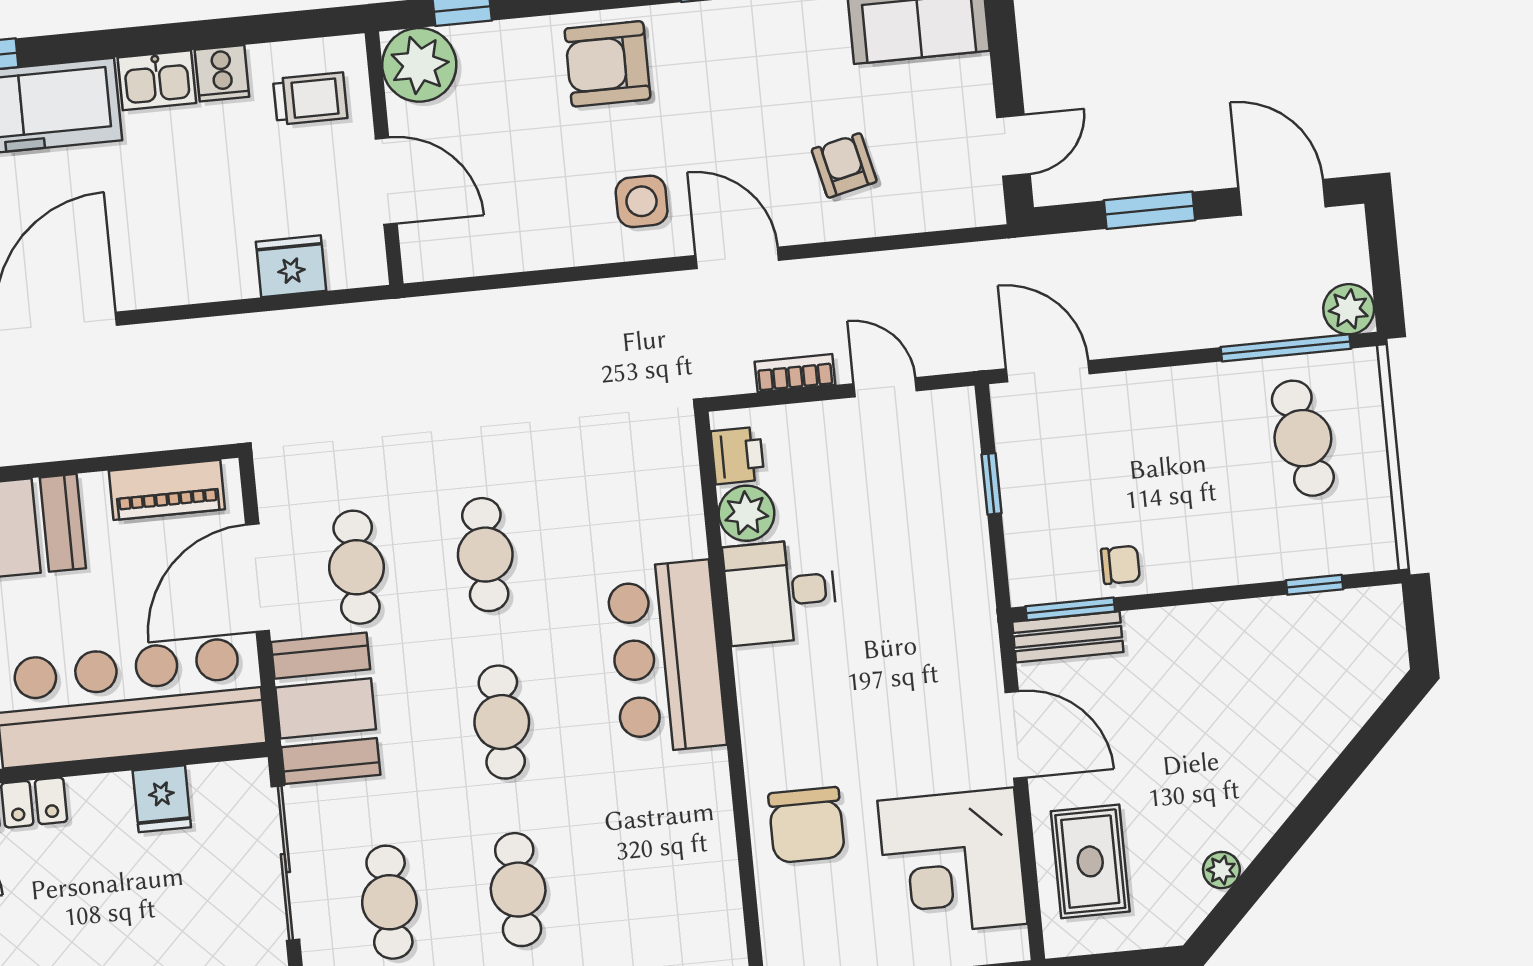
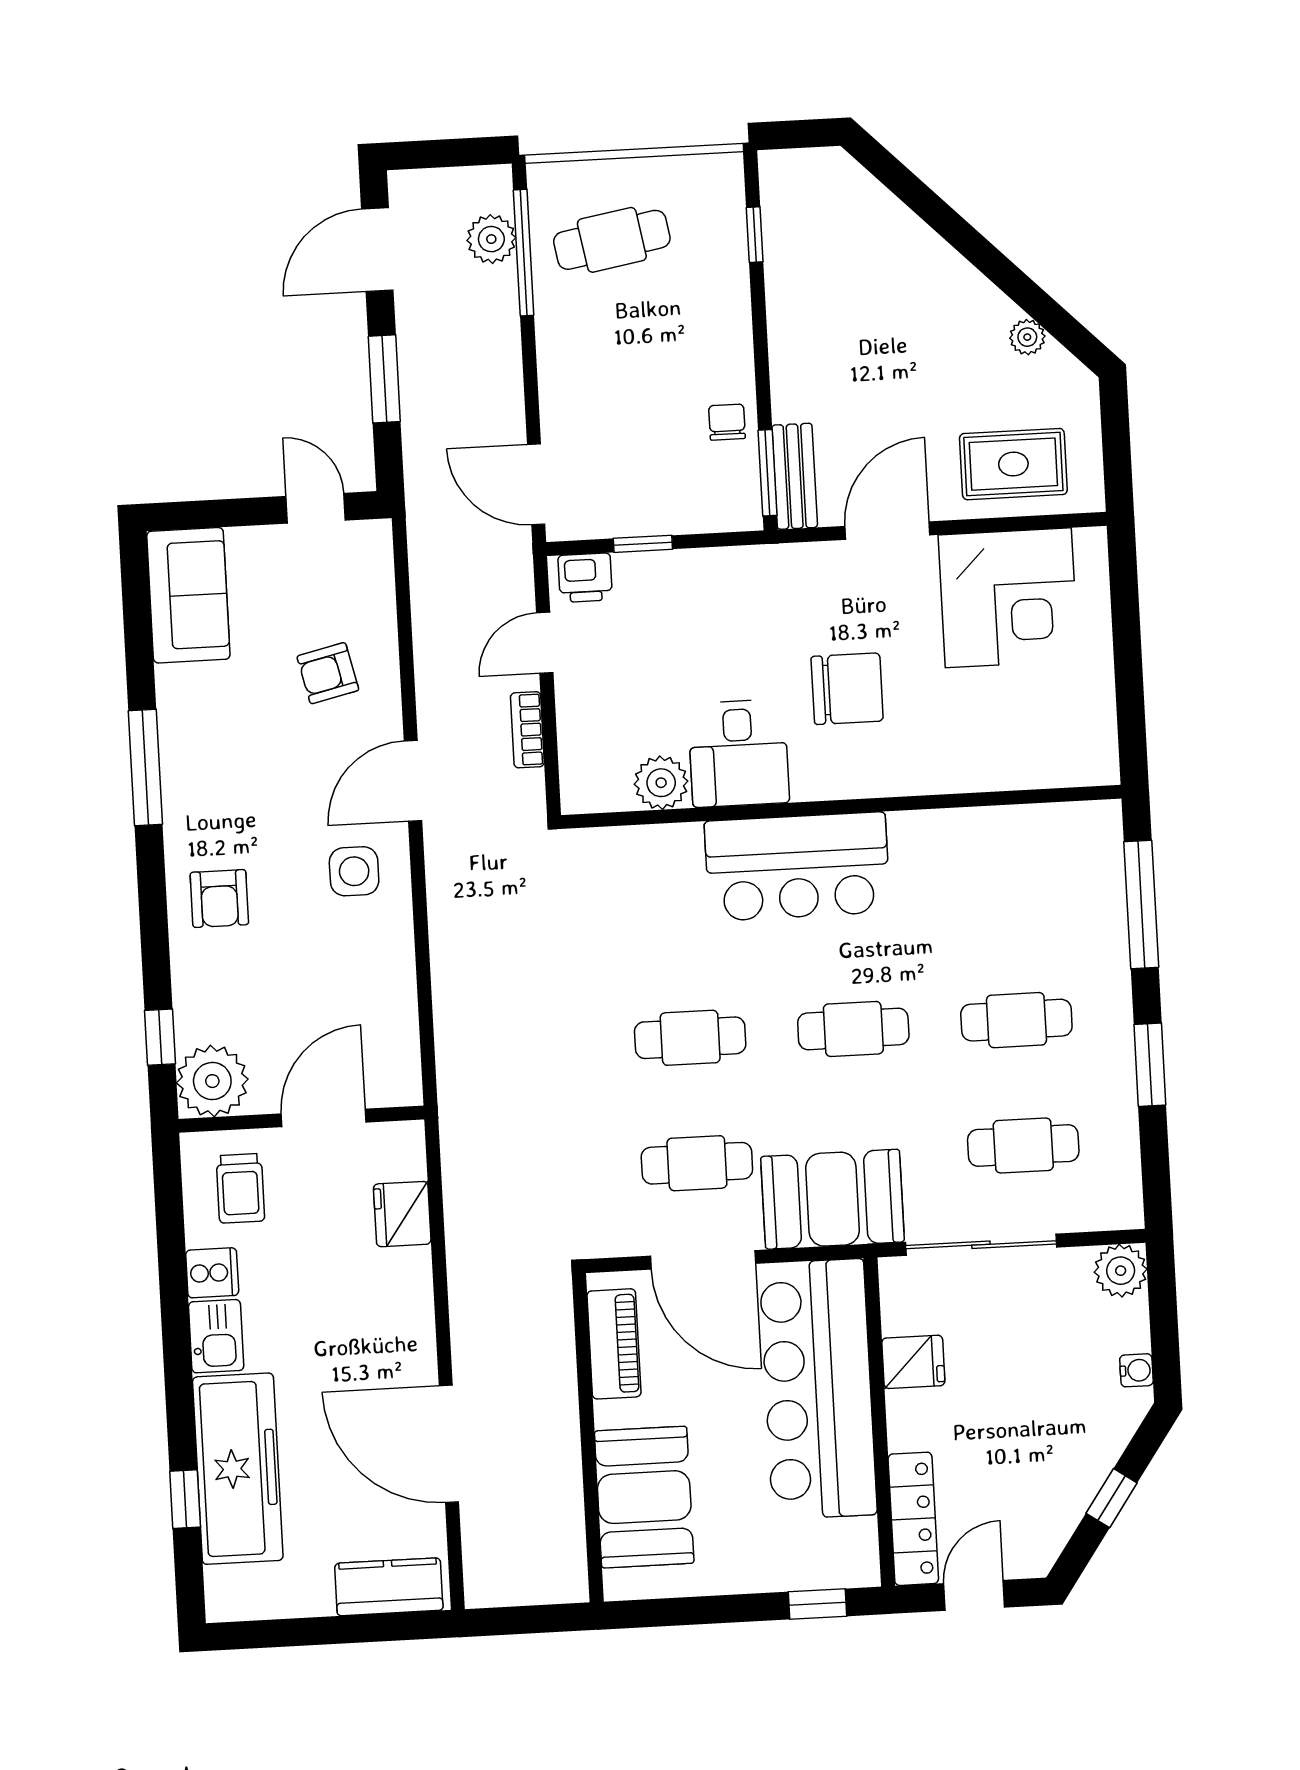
armchair: (607, 64) -> (219, 898), width x0.72, depth x0.72
trolley: (310, 99) -> (240, 1188), turned 180
plant: (1349, 309) -> (491, 239), moved
door: (1048, 371) -> (536, 484), hinge flipped
printer: (737, 455) -> (585, 578), moved, turned 180
chair: (807, 825) -> (847, 689), moved

